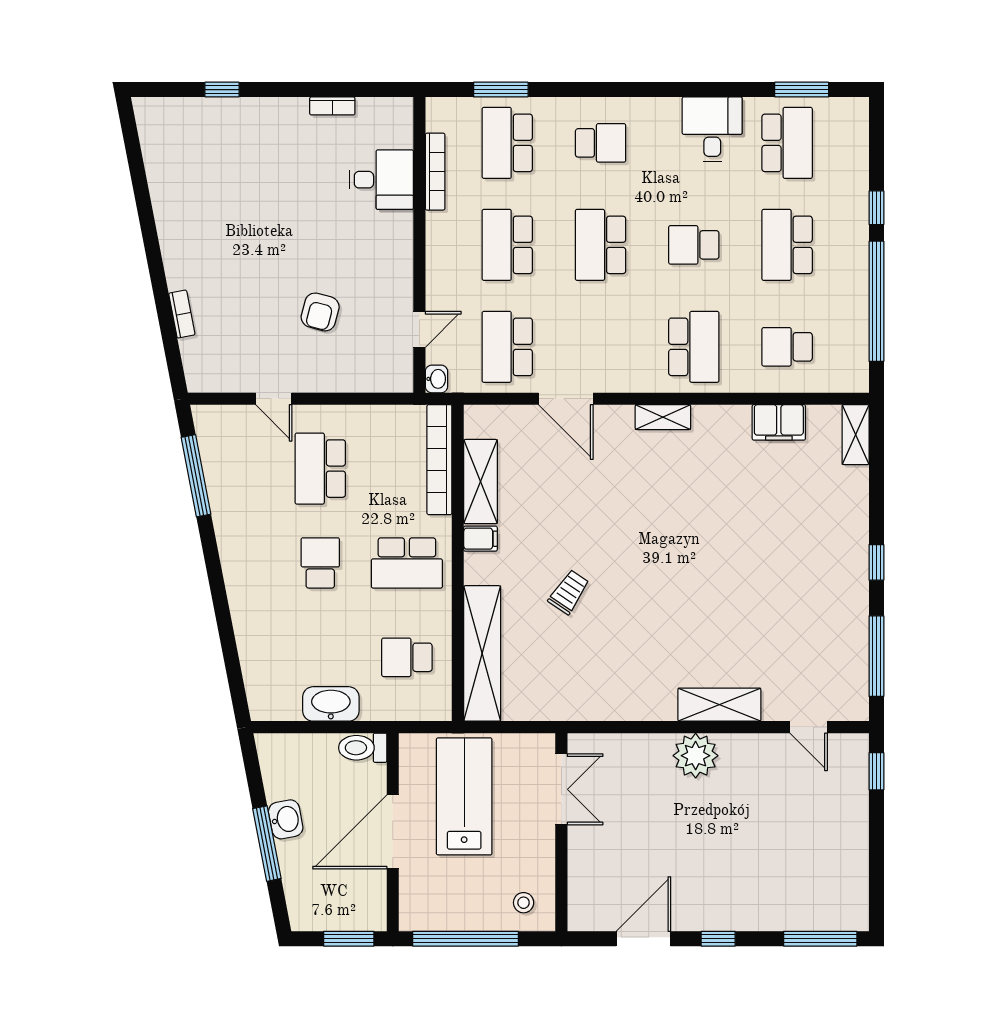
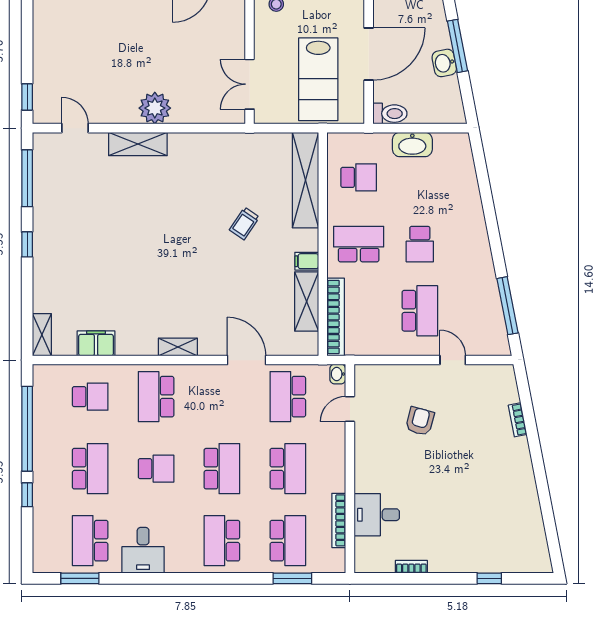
school desk: (601, 143) -> (222, 541), width x1.85
school desk: (507, 347) -> (288, 397), turned 180

